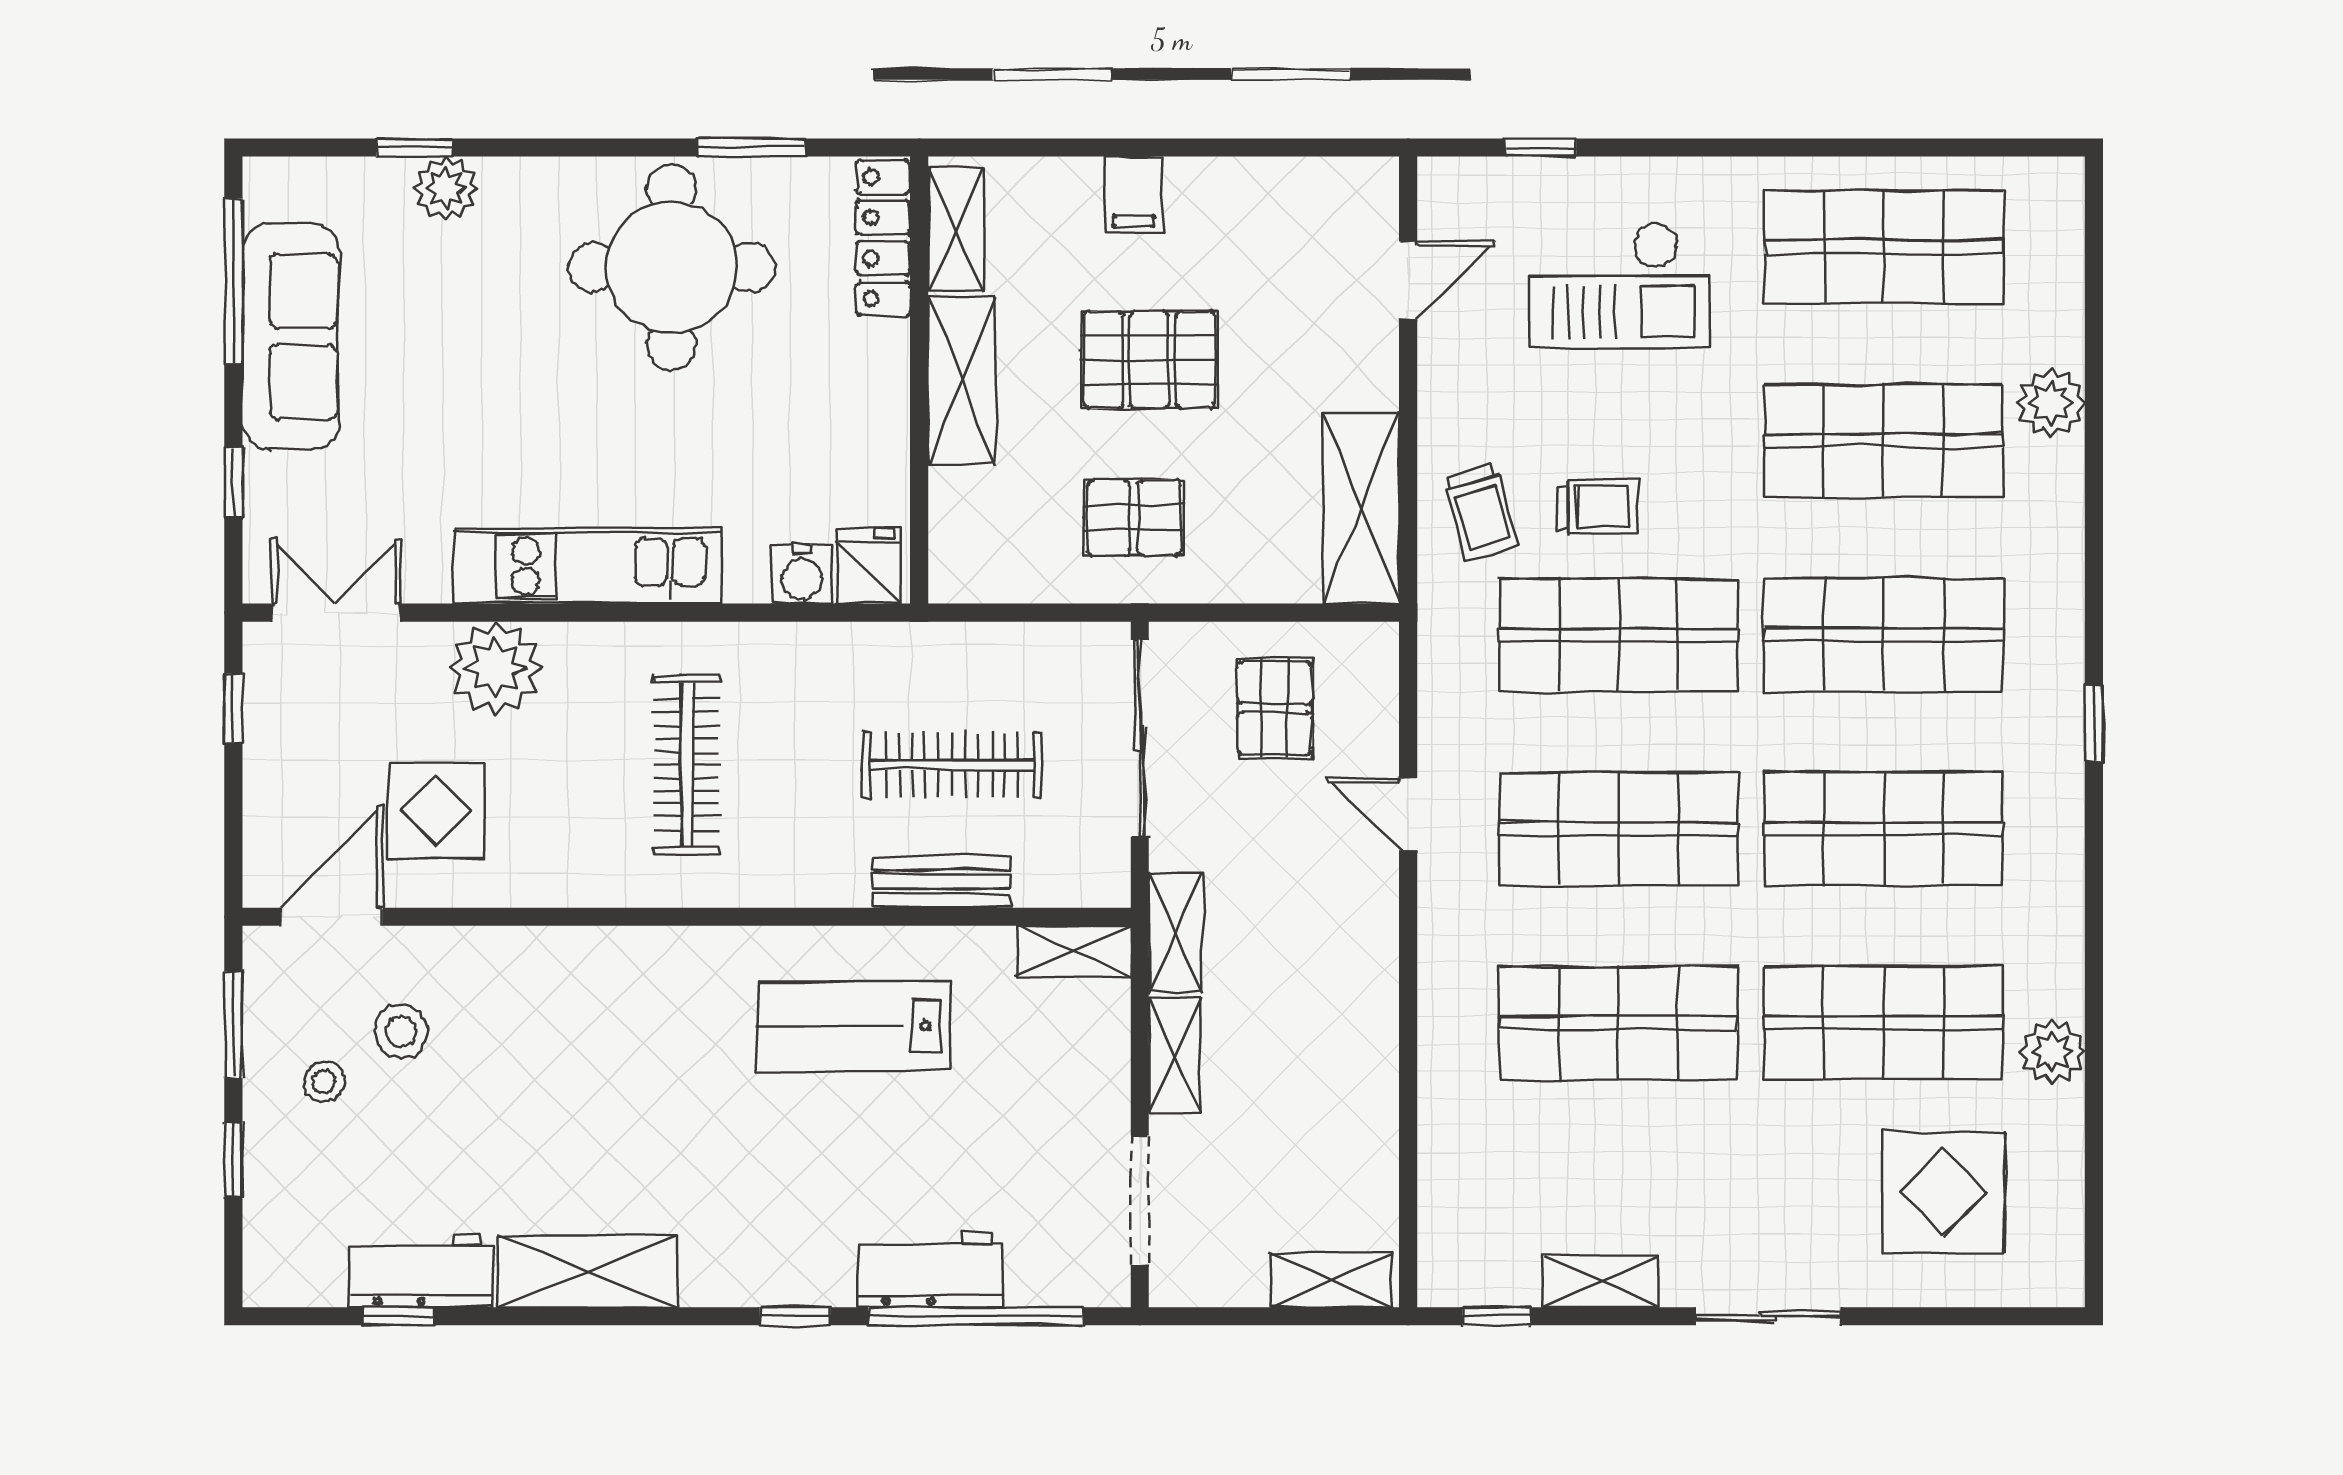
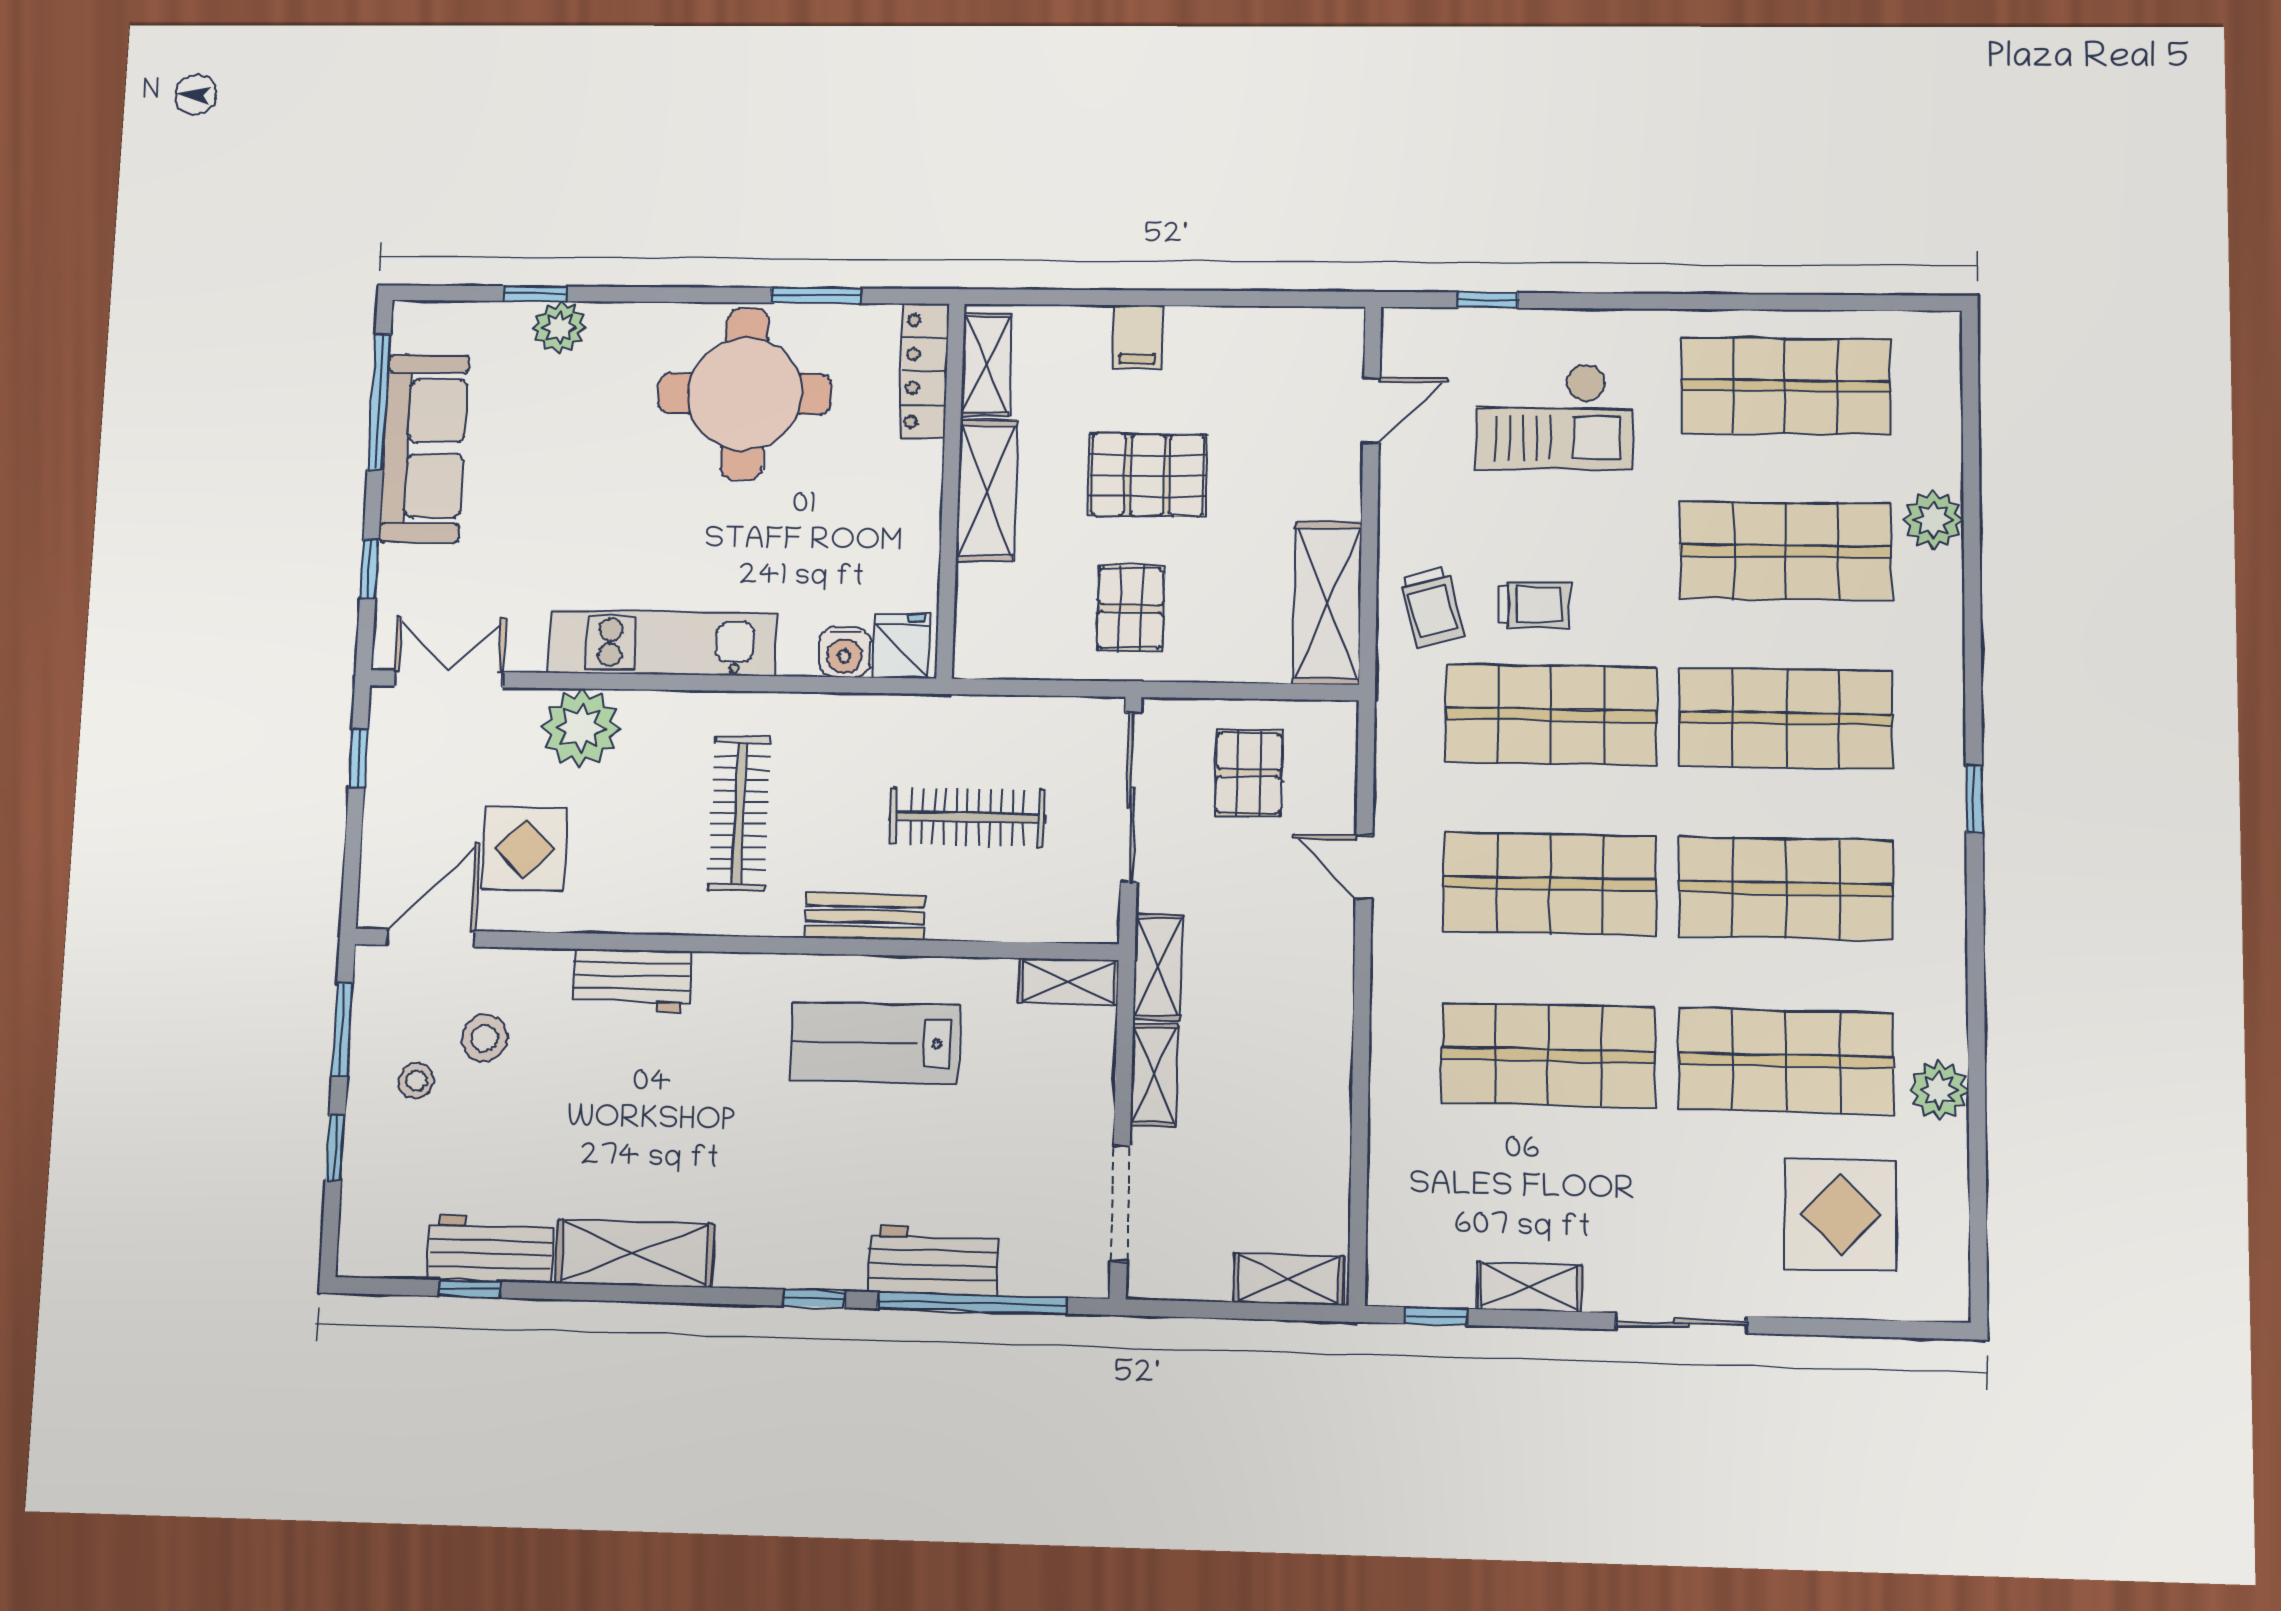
pallet: (1134, 518) -> (1131, 608), turned 90
bench: (942, 882) -> (864, 916), moved
workbench: (570, 961) -> (632, 981), added

